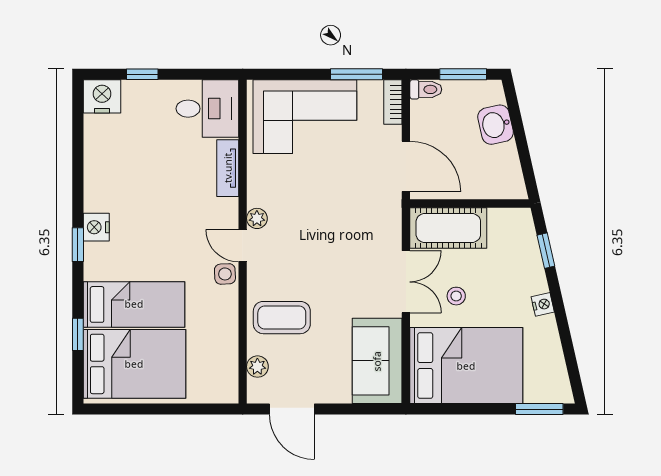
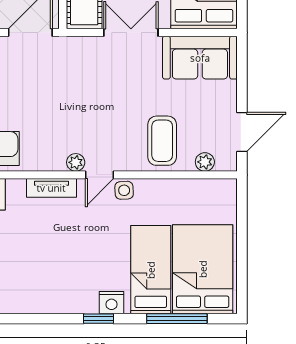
tv unit: (228, 168) -> (51, 188), moved
nightstand: (96, 227) -> (111, 303), moved
window: (78, 334) -> (177, 319), width x2.17

